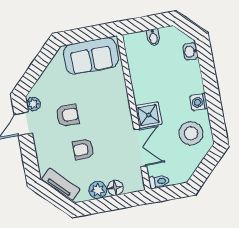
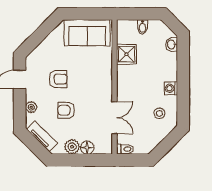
plant: (33, 104) -> (31, 107), moved
shower: (149, 115) -> (127, 54), moved
stool: (191, 133) -> (159, 113), width x0.53, depth x0.53

